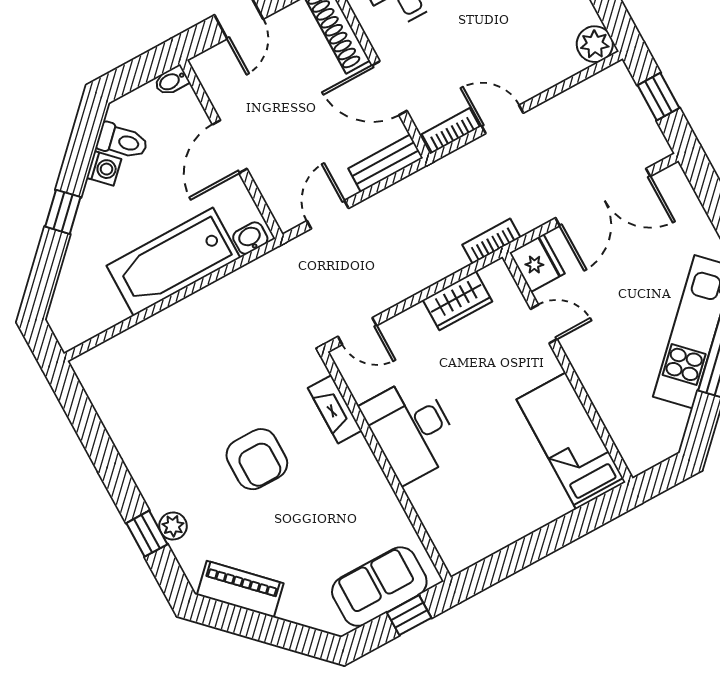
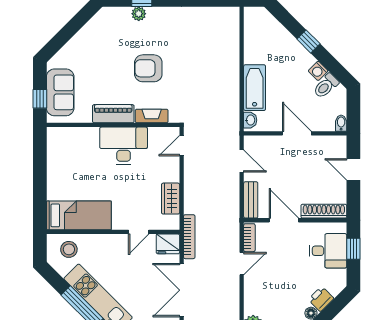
door: (389, 88) -> (284, 220), hinge flipped
bookcase: (491, 241) -> (189, 237), width x1.56
bathtub: (173, 262) -> (255, 88), width x0.73, depth x0.73
stool: (638, 426) -> (69, 249), added
piano: (240, 589) -> (113, 114), moved, turned -135

